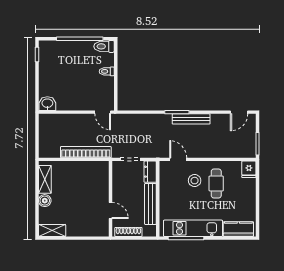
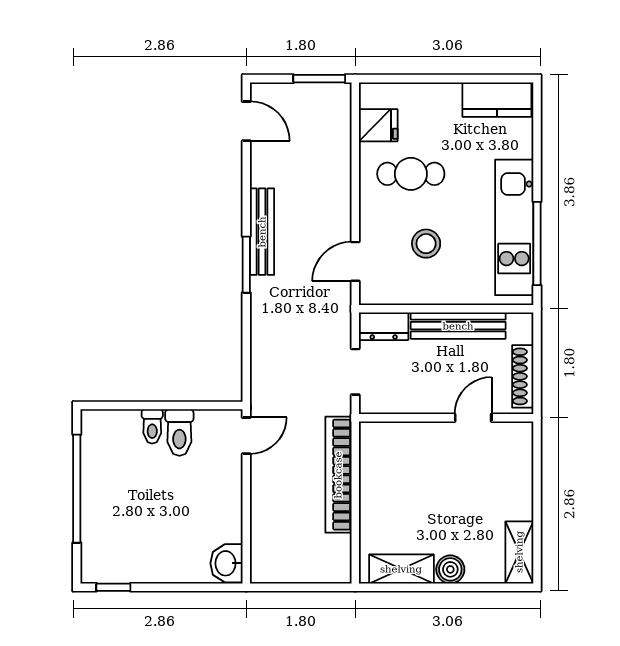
toilet: (104, 46) -> (179, 433), moved
fridge: (249, 169) -> (378, 125), moved
stool: (195, 181) -> (426, 244), moved
kitchen counter: (238, 229) -> (497, 100), moved, turned -90

